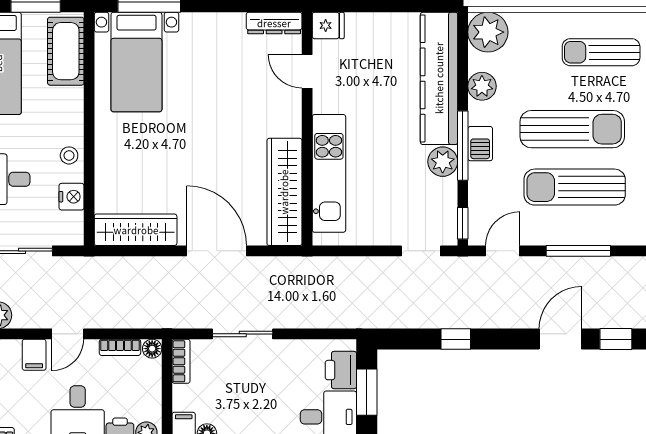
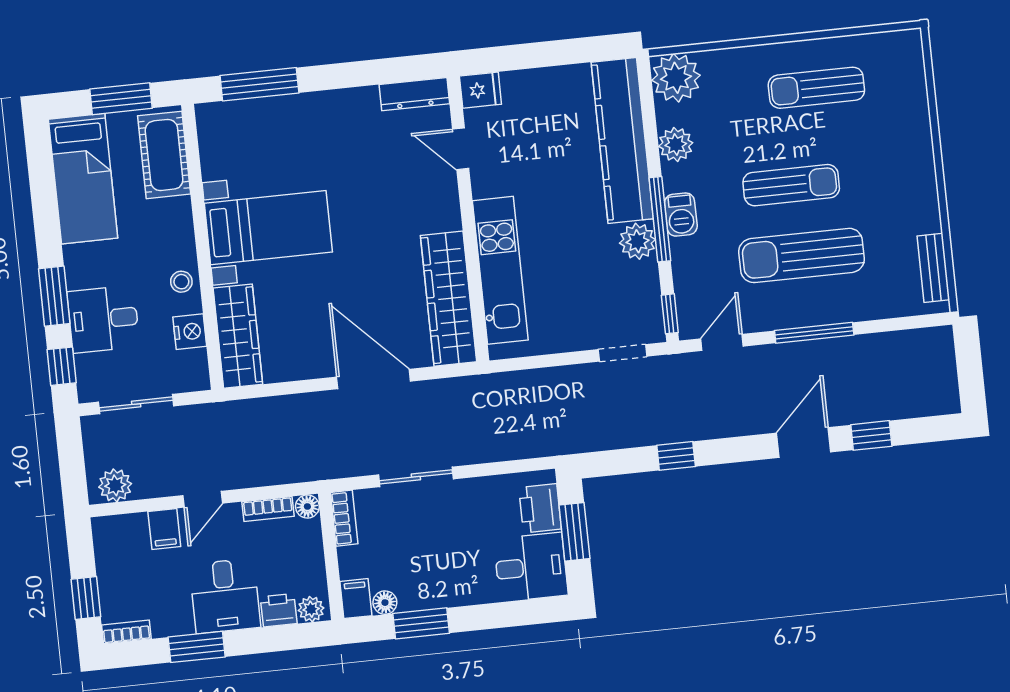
bed with nightstands: (136, 62) -> (268, 228), moved, turned -90
sun lounger: (572, 129) -> (791, 185), width x0.73, depth x0.75
wardrobe: (136, 230) -> (238, 336), moved, turned 90

